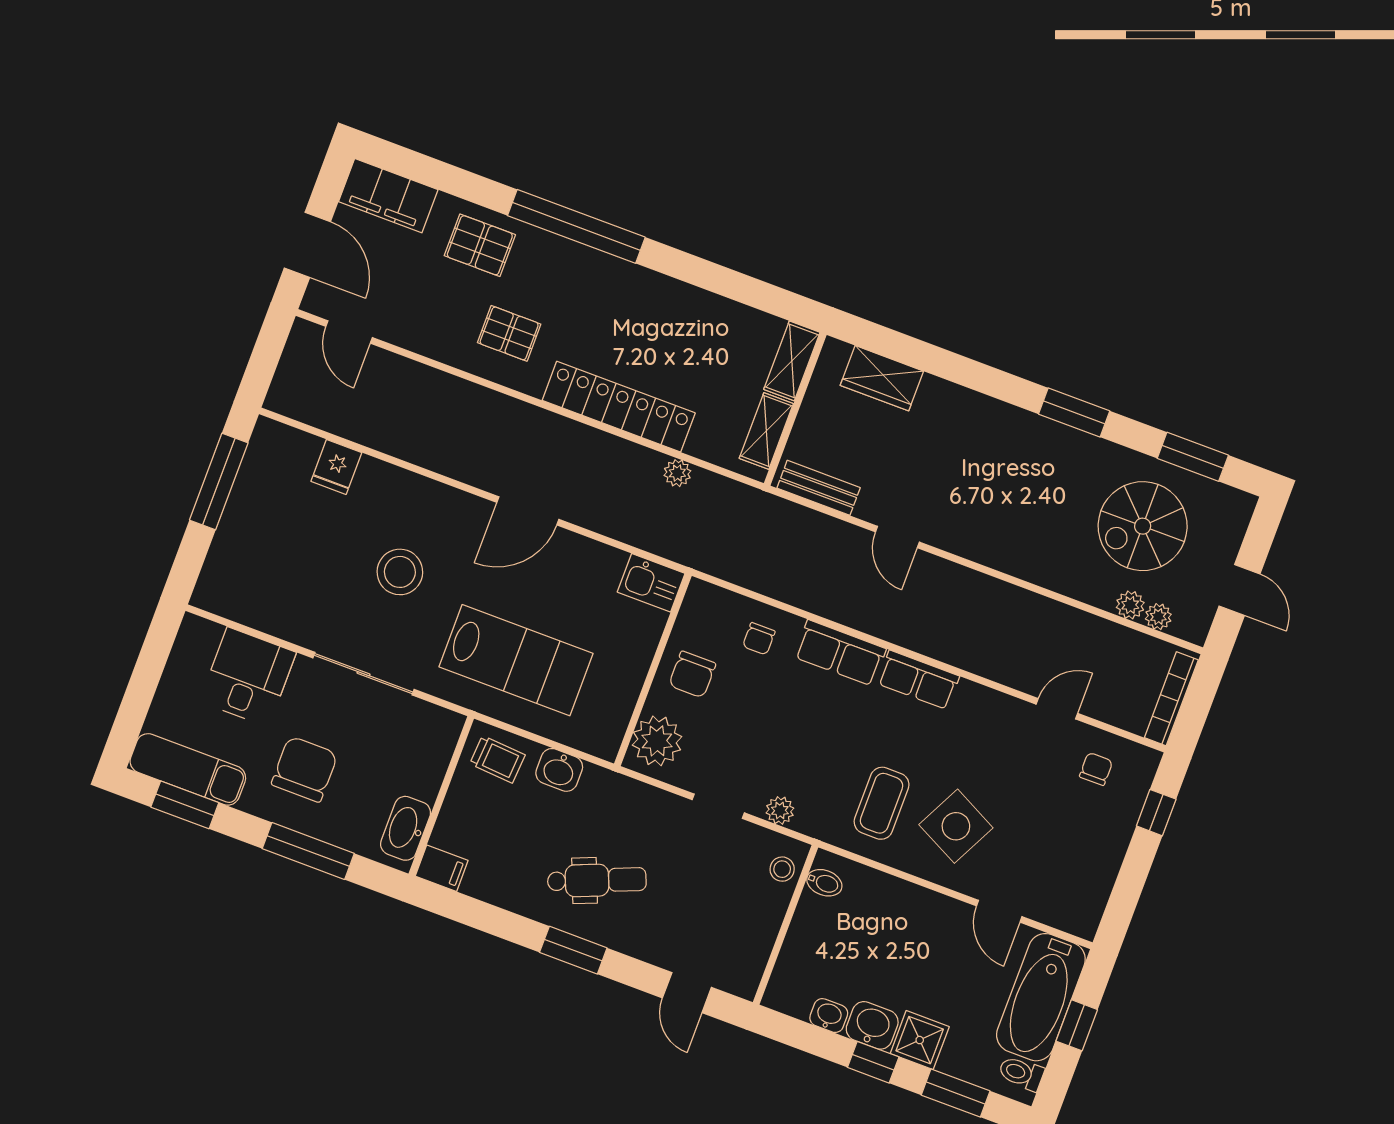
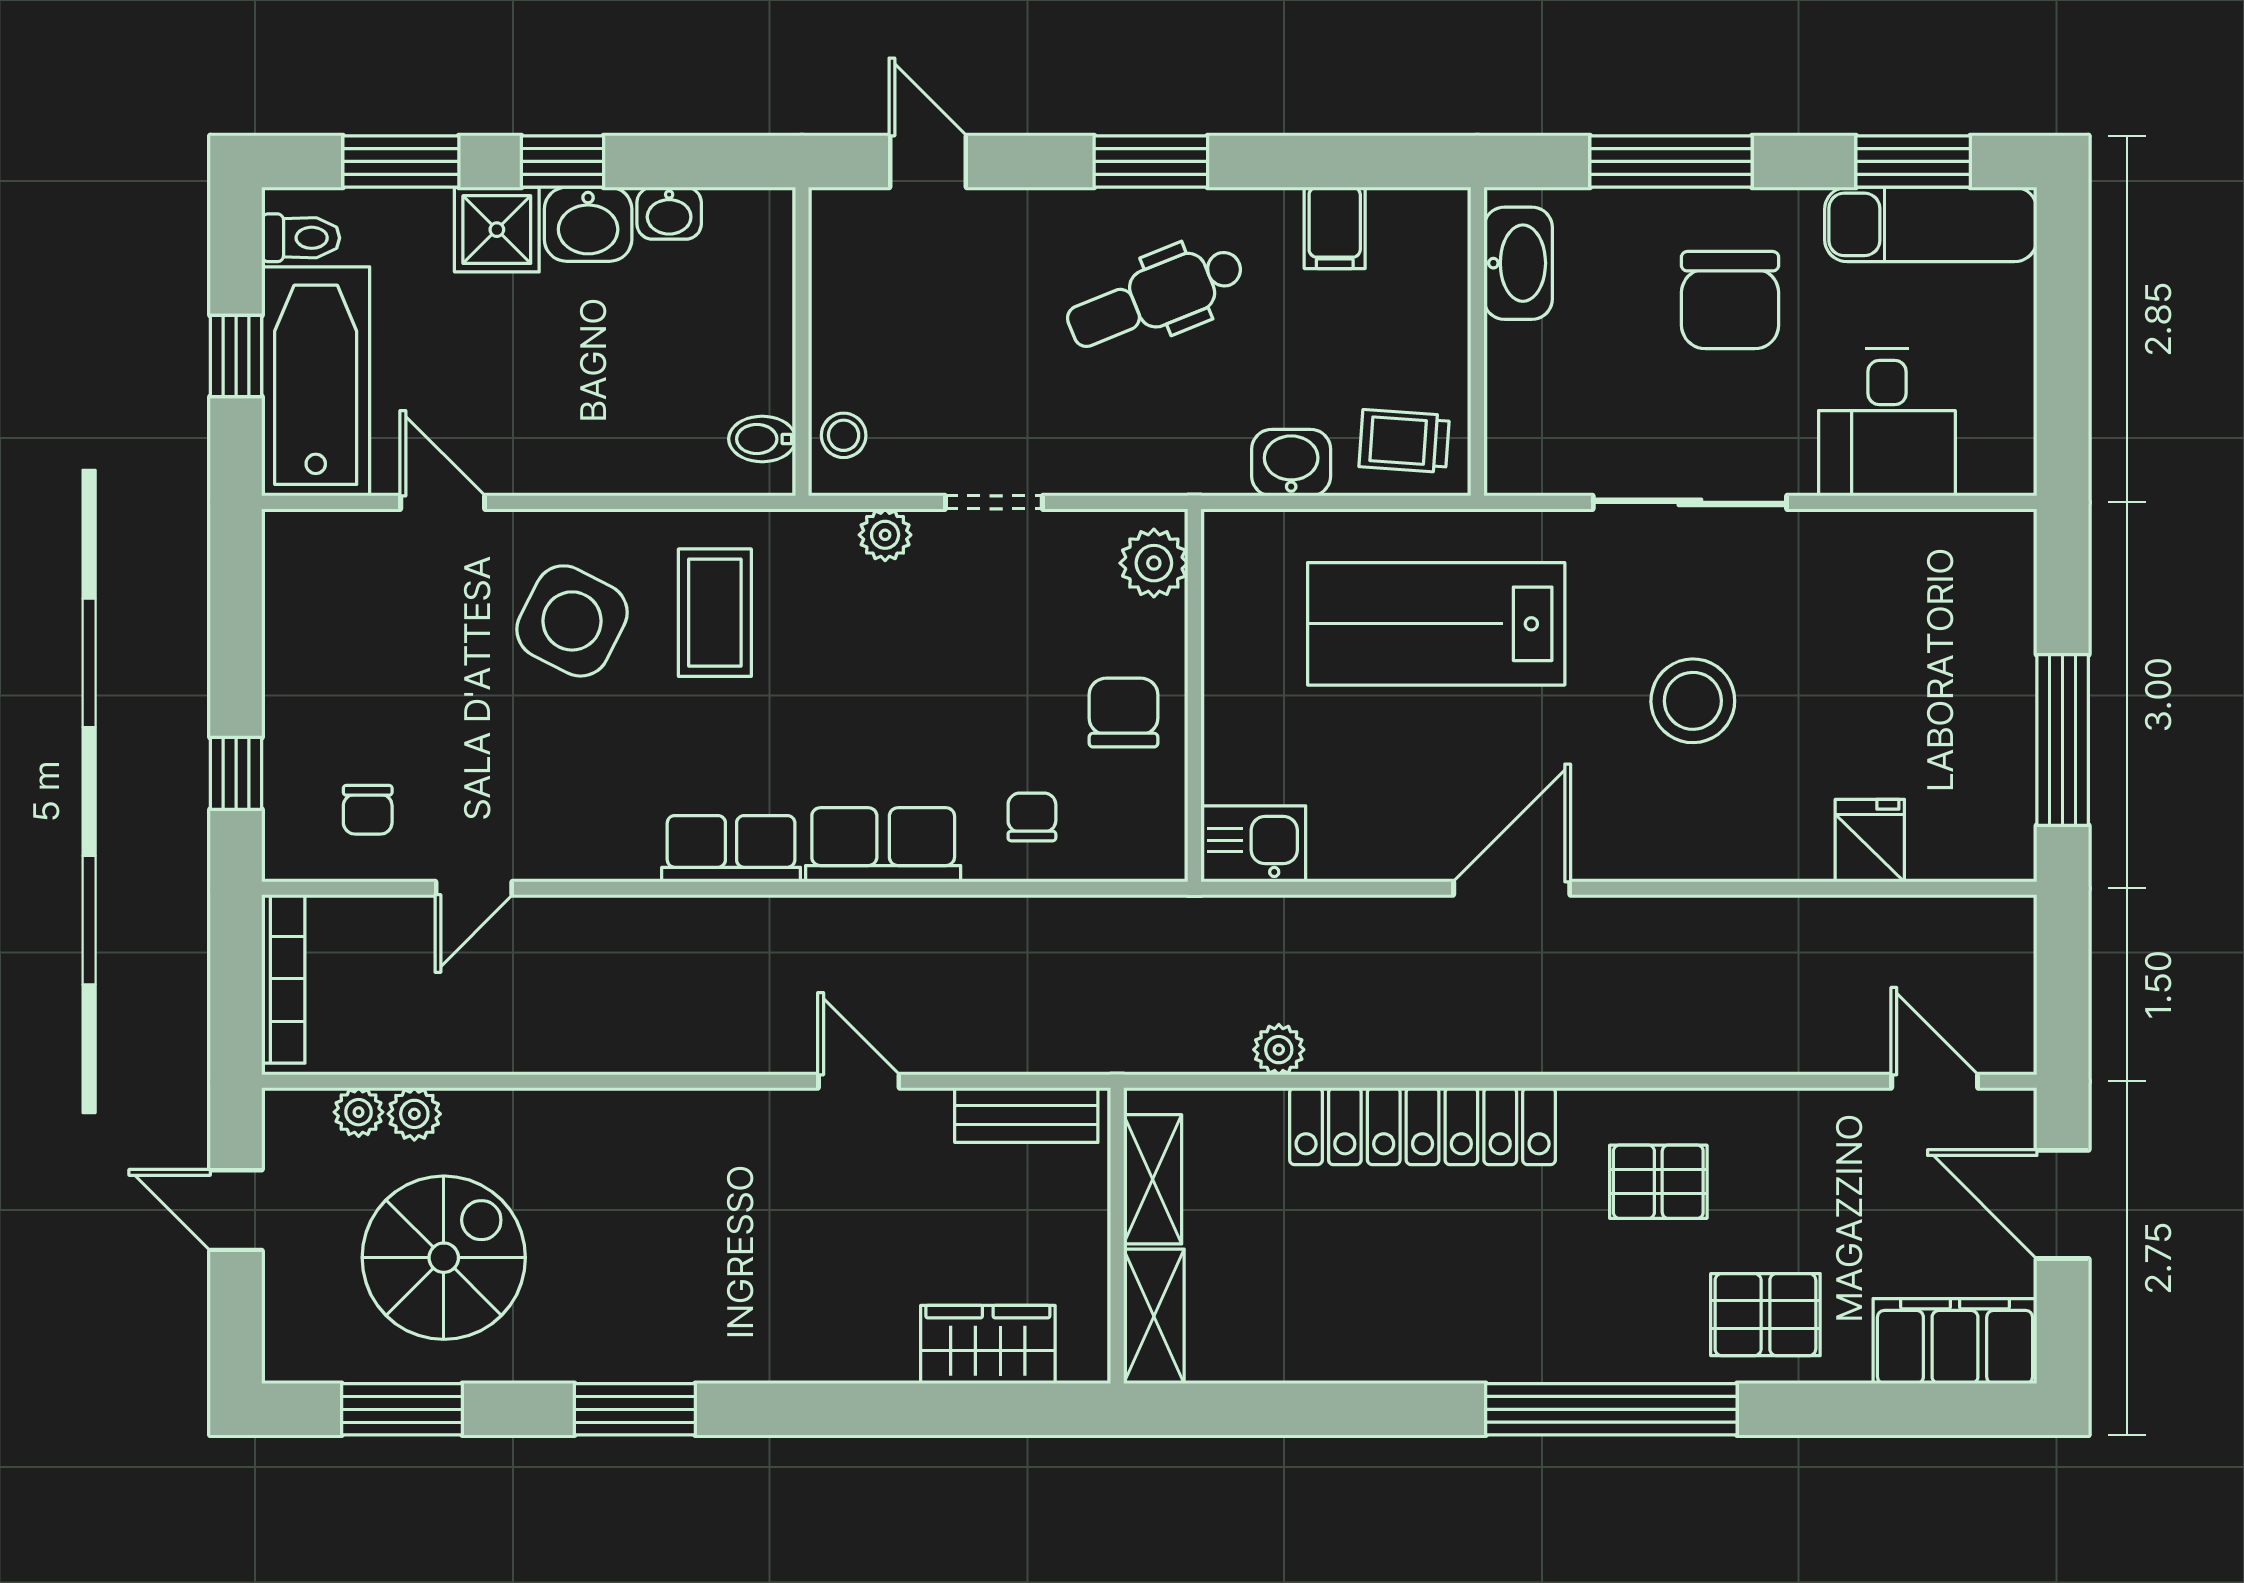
plant: (657, 741) -> (1154, 563), width x0.73, depth x0.73
filing cabinet: (442, 868) -> (1335, 228), moved, turned -90

